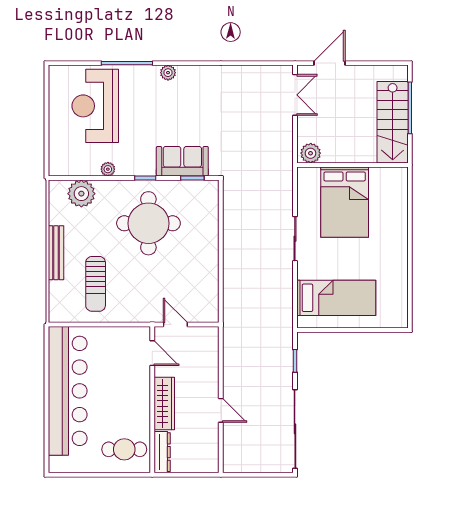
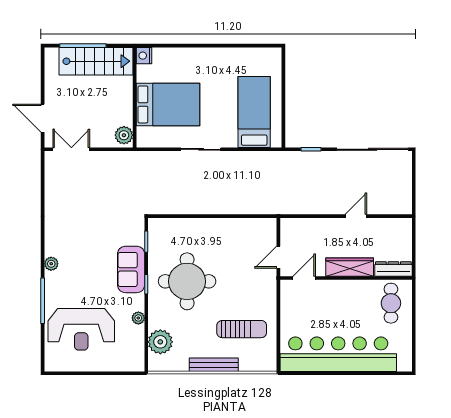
sofa: (182, 161) -> (131, 269), moved
nightstand: (399, 175) -> (144, 56), added

